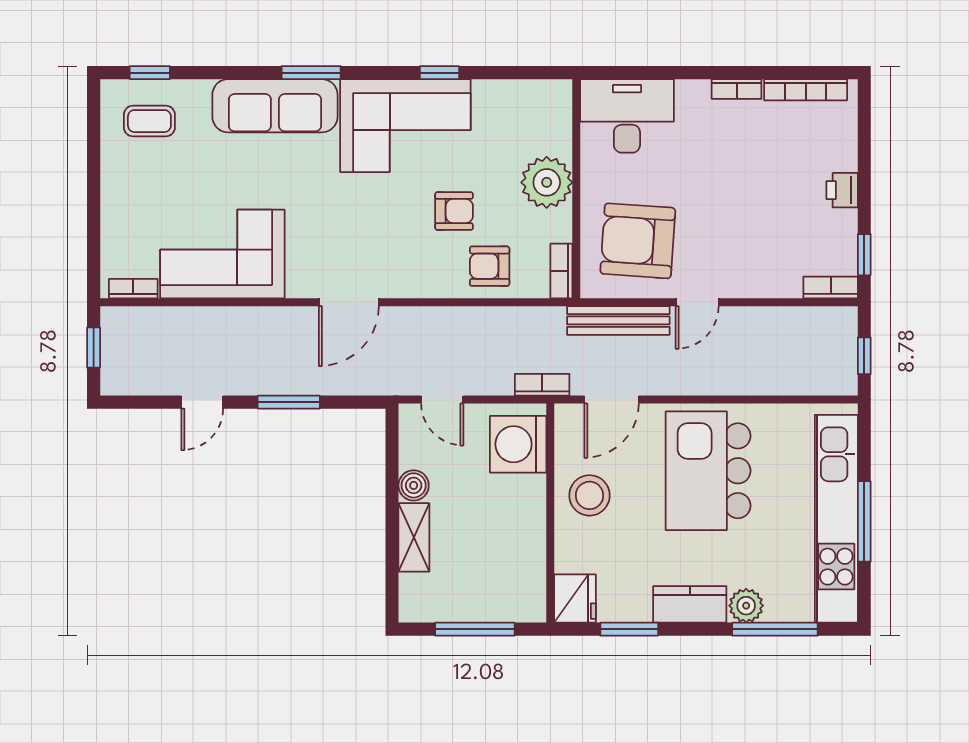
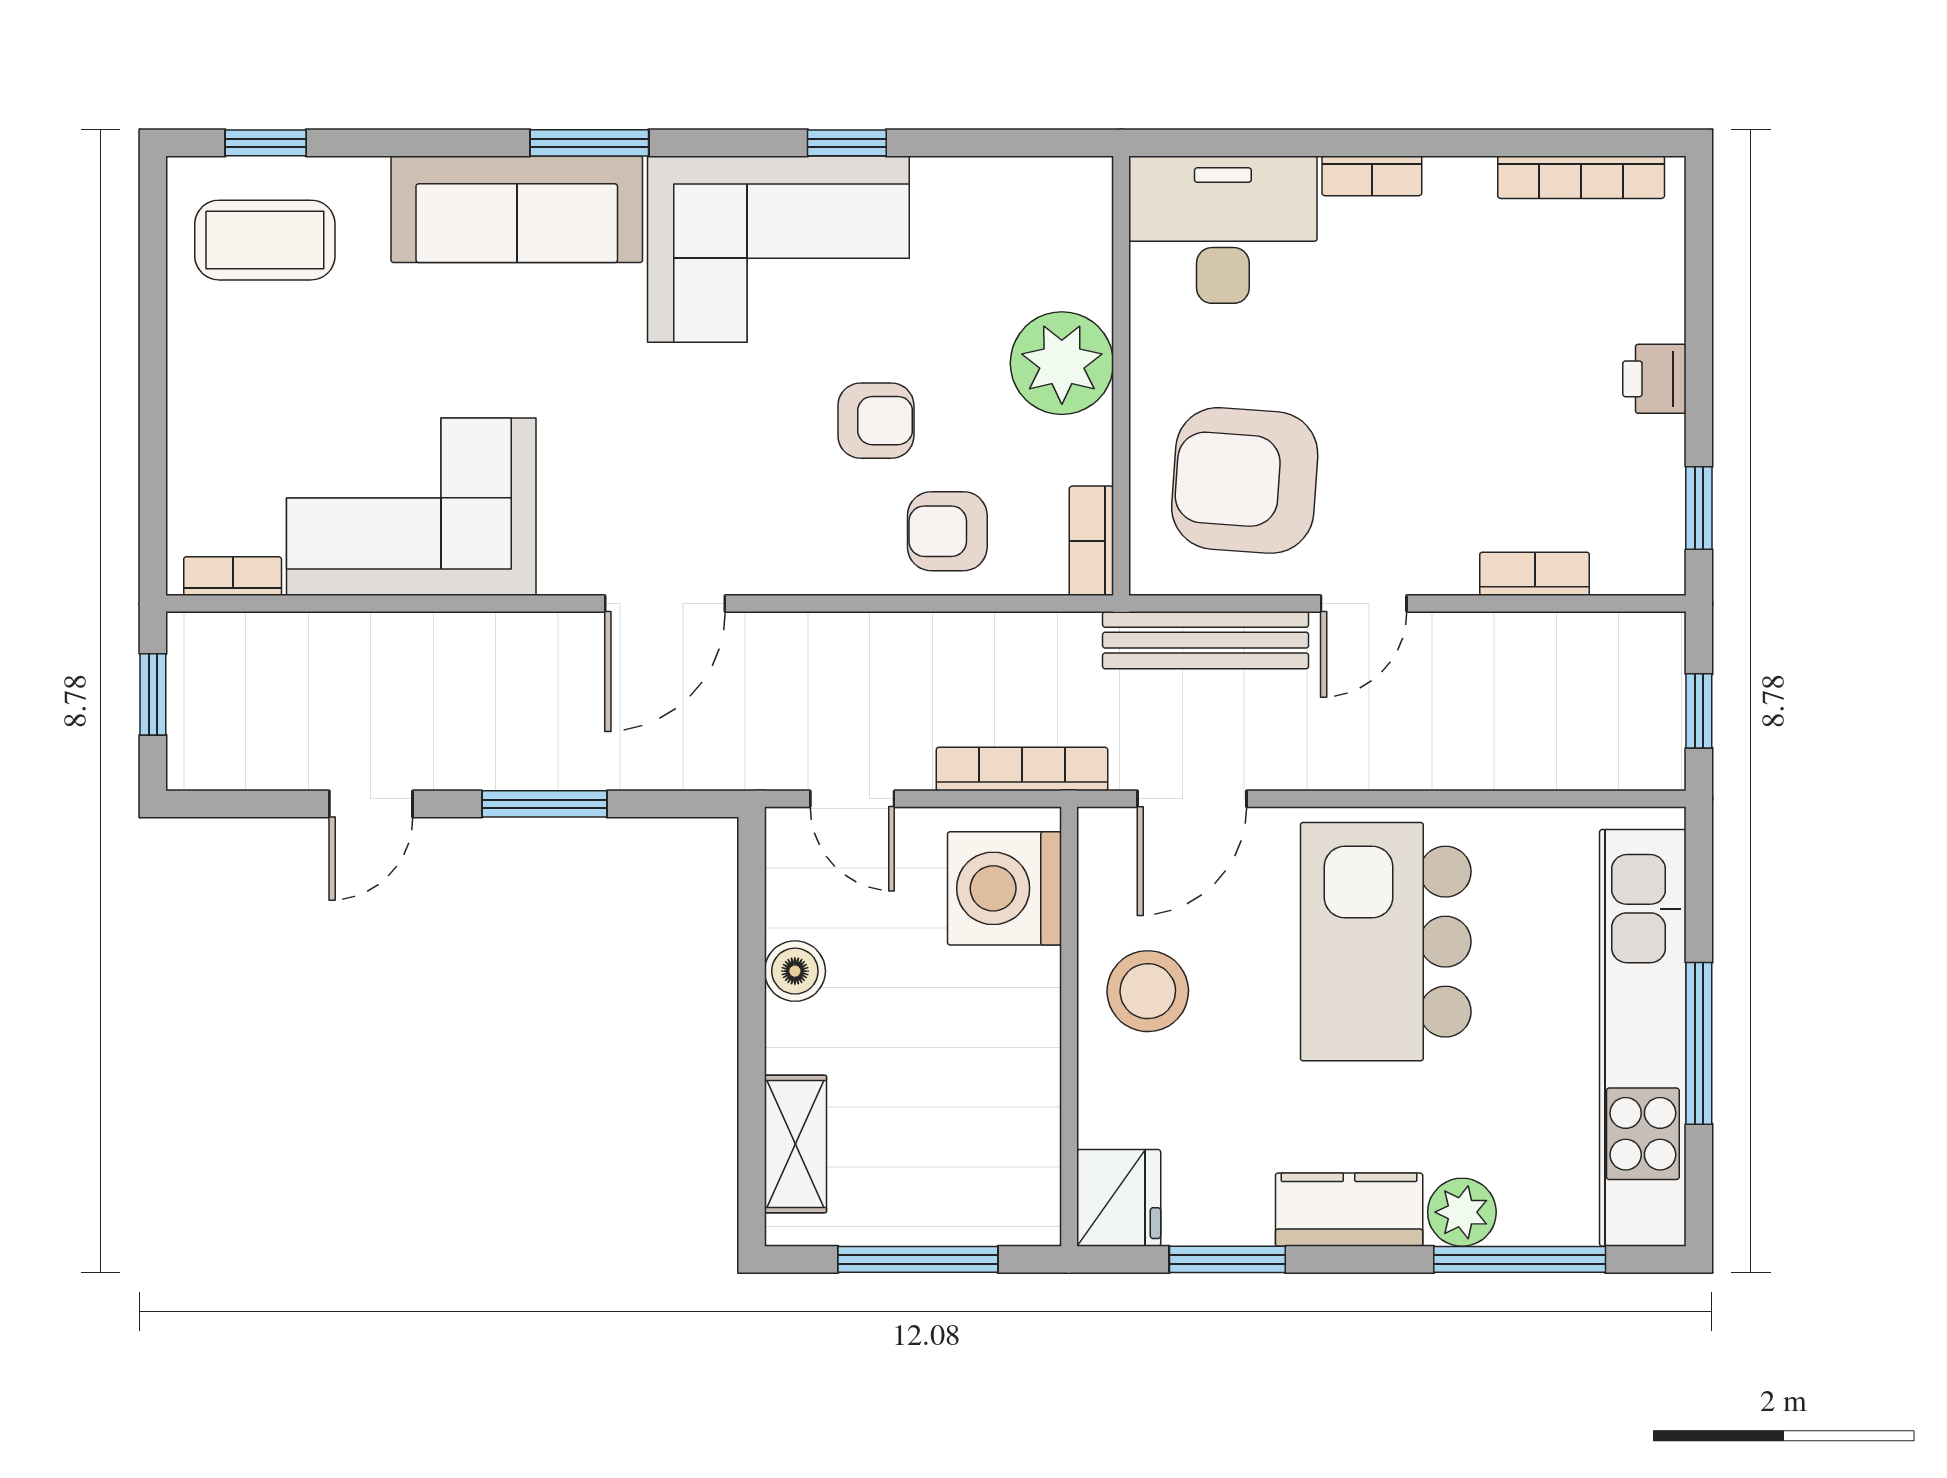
bookcase: (737, 89) -> (1372, 176), moved
coffee table: (149, 121) -> (265, 240), width x1.36, depth x1.30
bookcase: (831, 287) -> (1535, 574), moved
bookcase: (542, 385) -> (1022, 769), width x1.56
shelving: (414, 537) -> (796, 1144), moved

